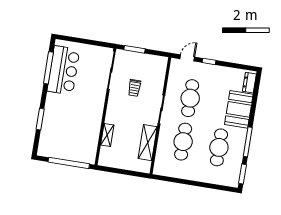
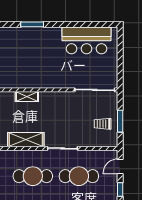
window: (134, 49) -> (120, 121), moved
door: (187, 58) -> (120, 166), swing flipped
window: (48, 68) -> (87, 24), removed
trolley: (134, 88) -> (103, 124), moved

